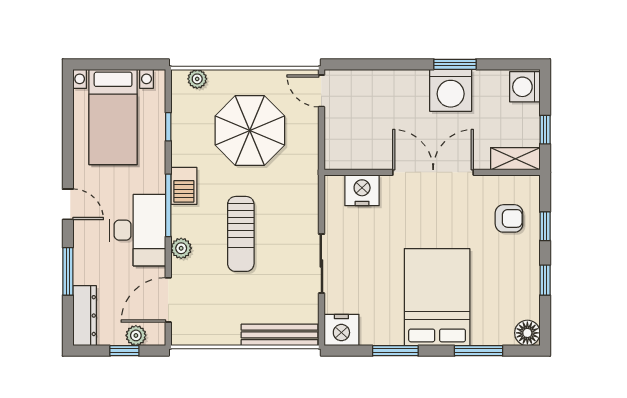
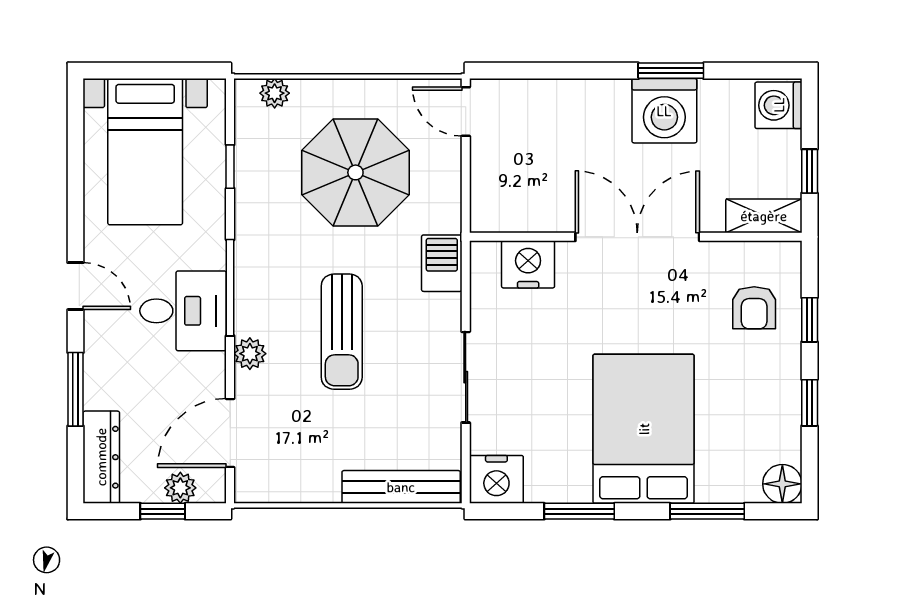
barbecue: (184, 186) -> (442, 263), moved, turned 180
armchair: (509, 218) -> (754, 308), turned 90
desk: (138, 230) -> (183, 311), width x0.73

